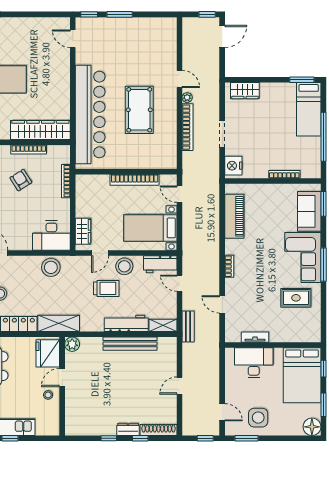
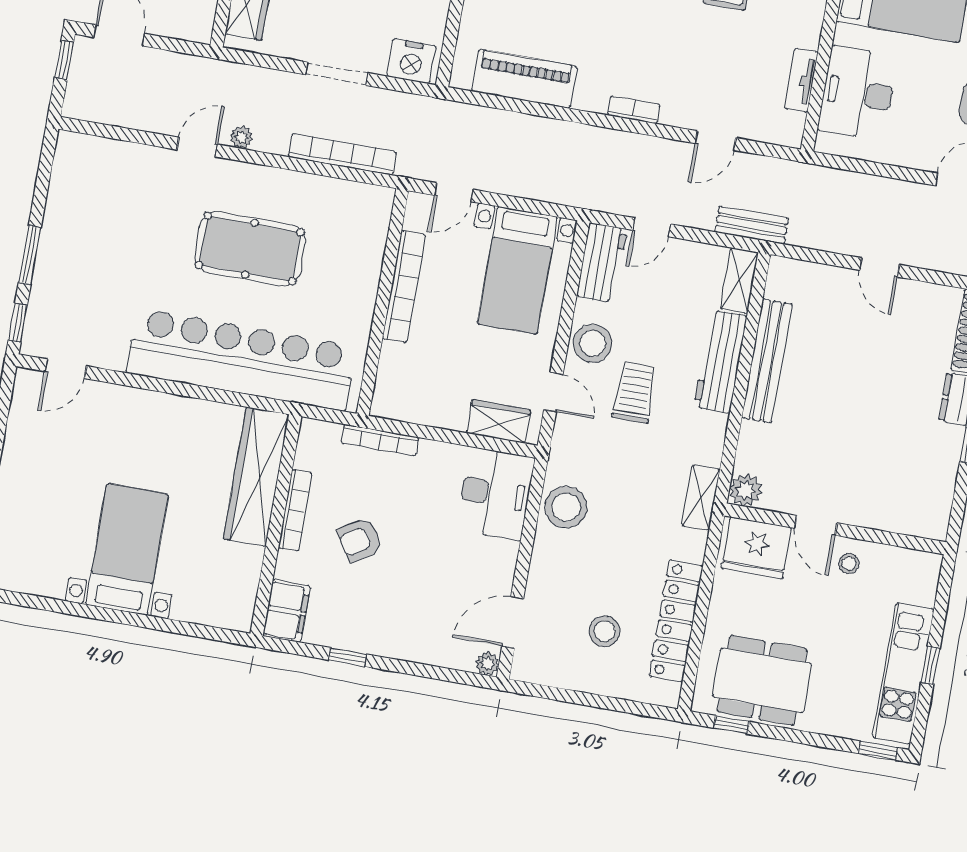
bookcase: (187, 127) -> (342, 154), moved
shelving: (59, 323) -> (701, 498), width x0.67, depth x0.75

